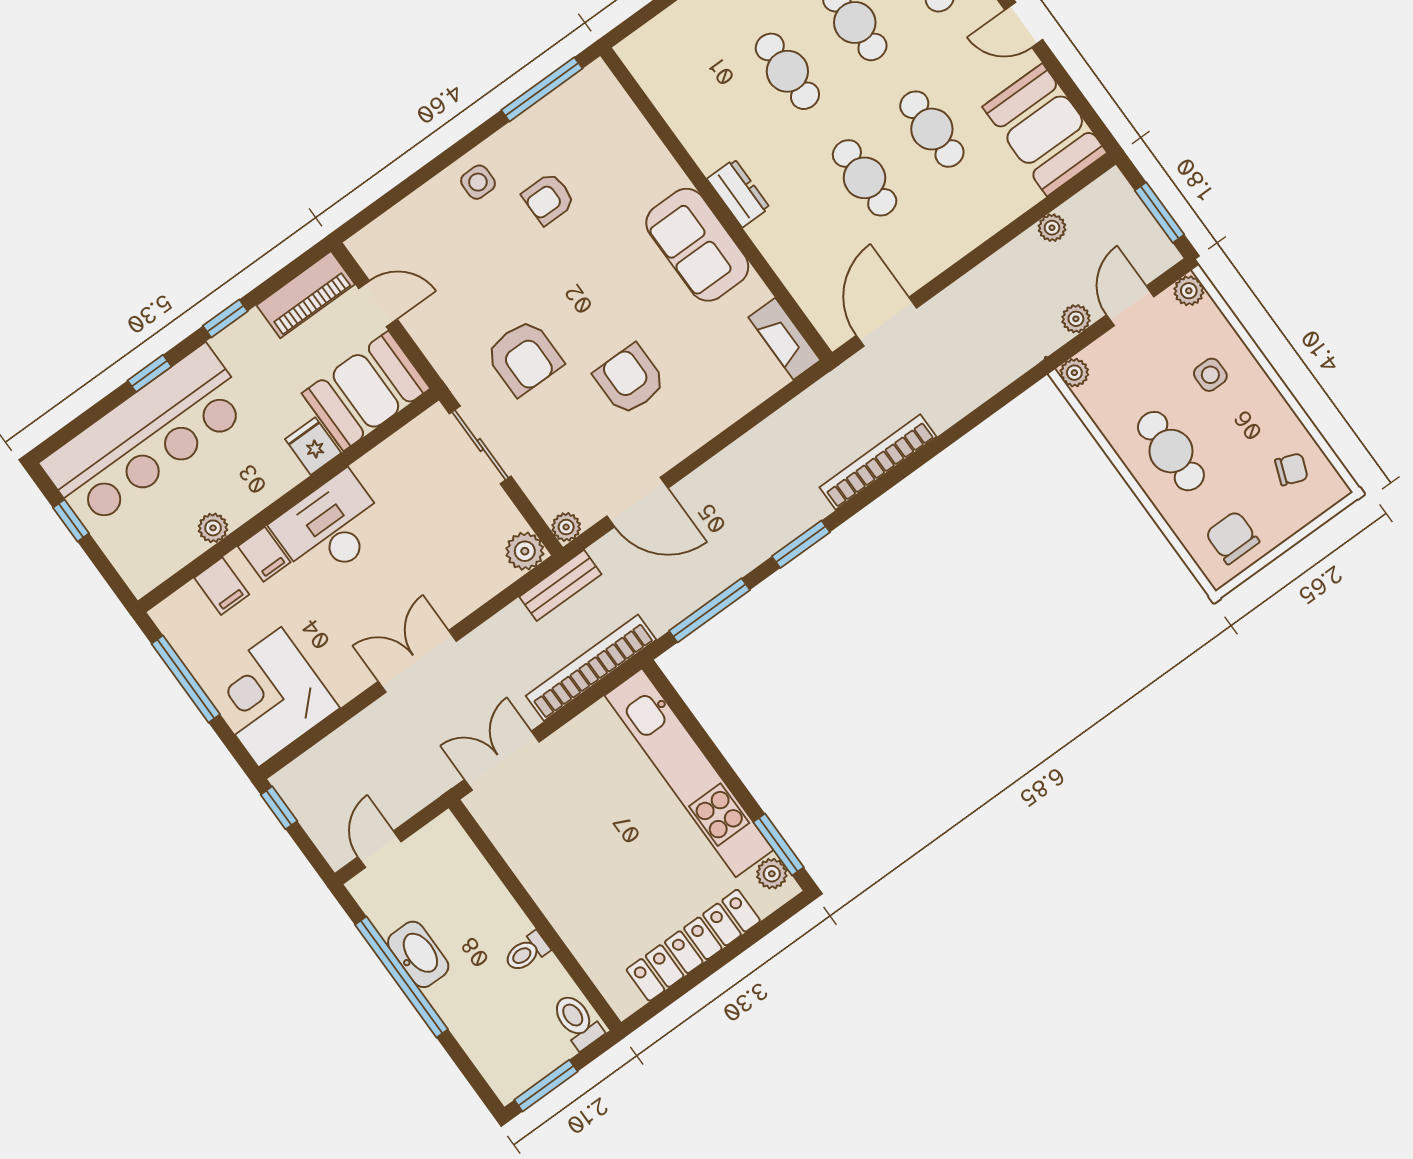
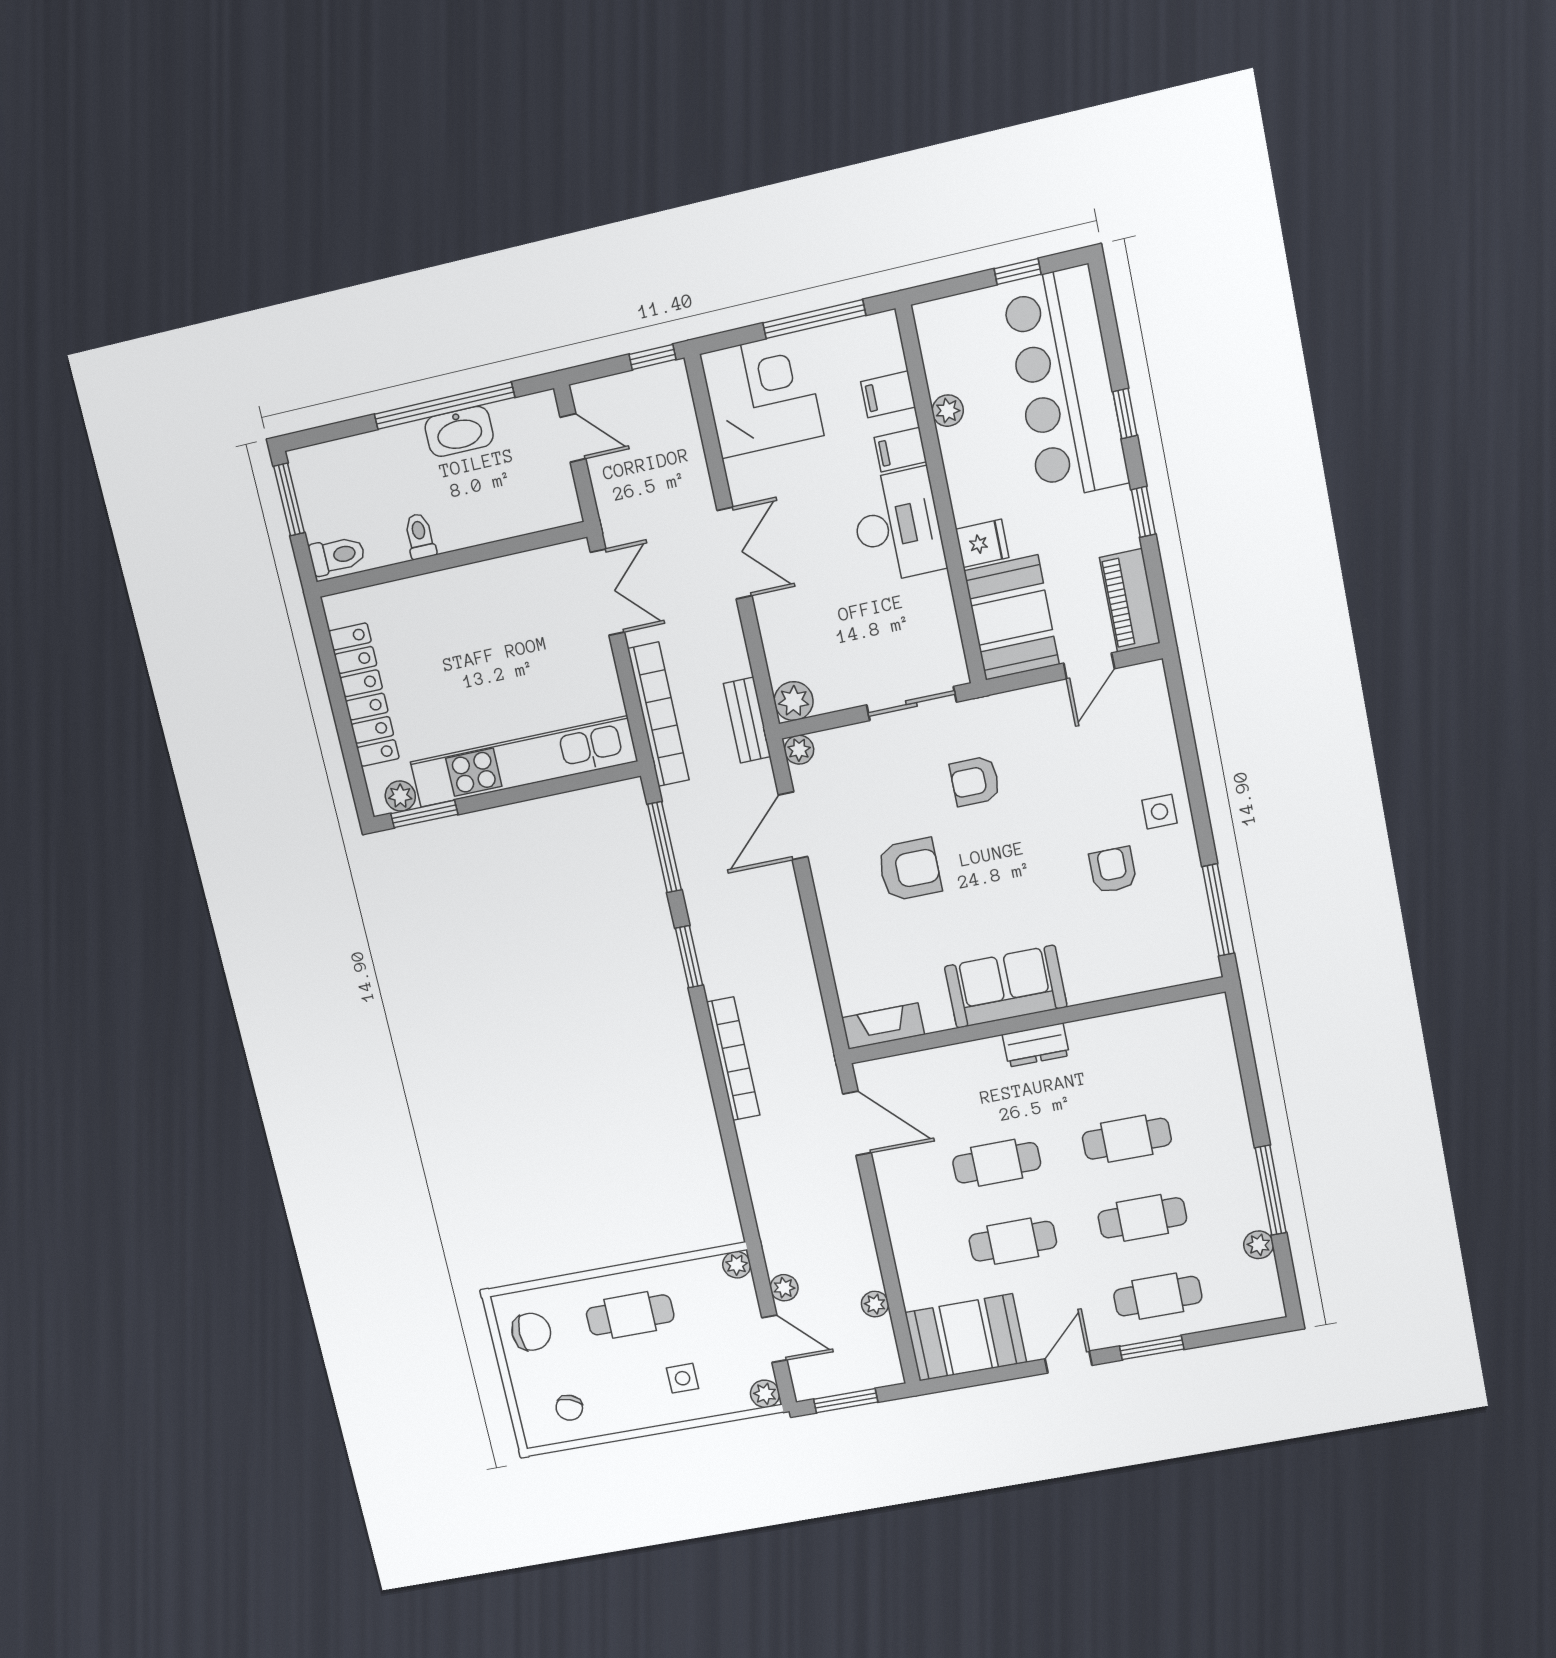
armchair: (524, 357) -> (975, 781), width x0.72, depth x0.72

